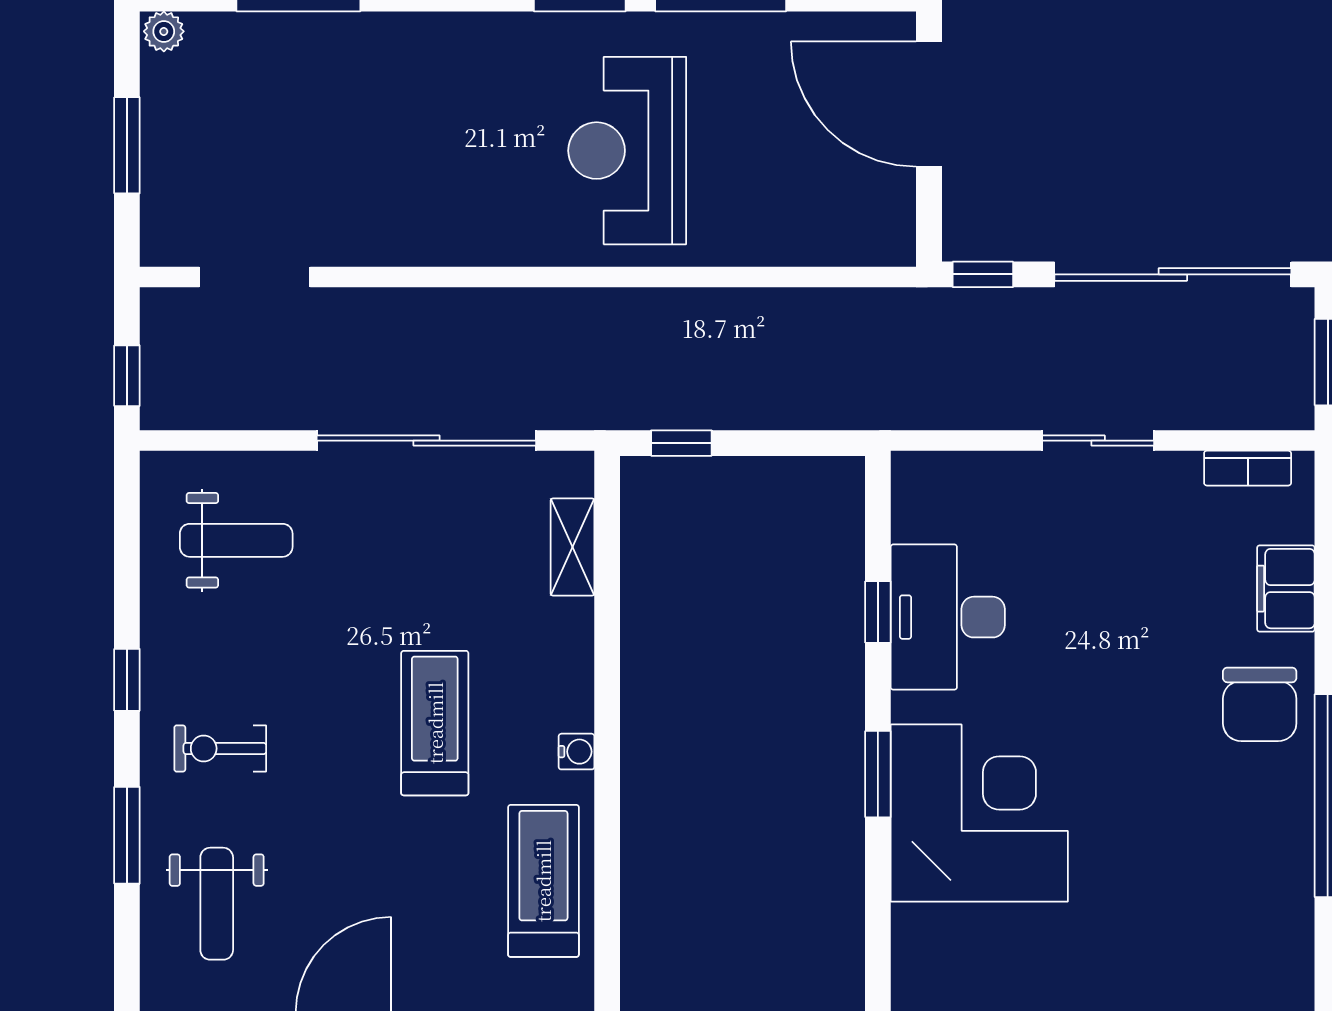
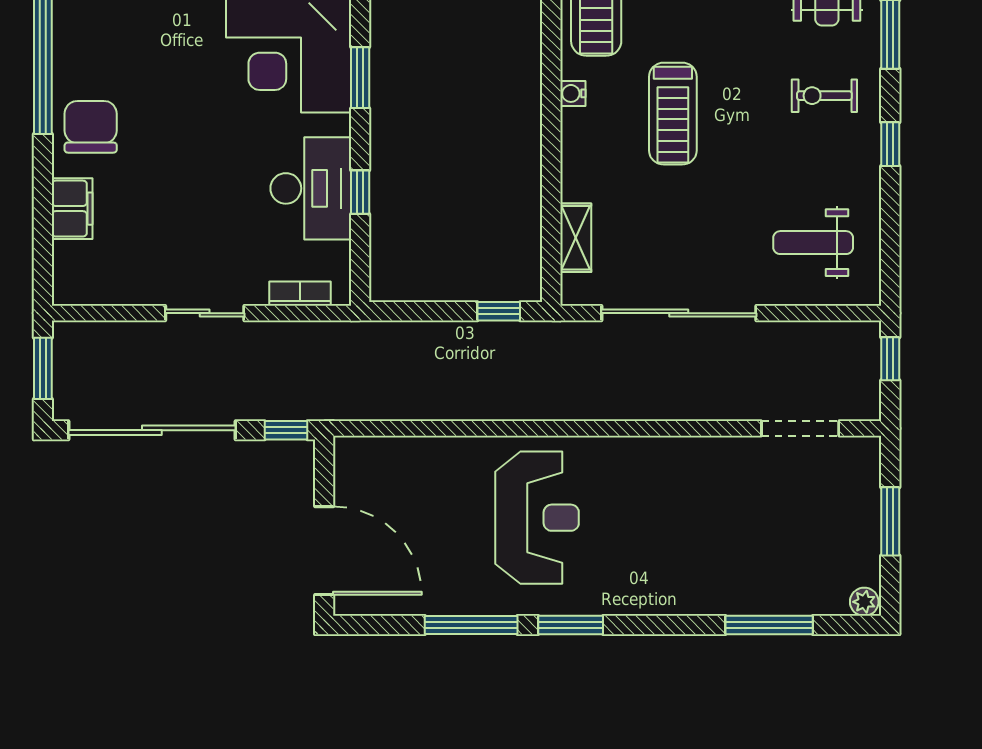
bookcase: (1248, 468) -> (300, 294), moved
exercise bike: (220, 748) -> (824, 96), turned 180

